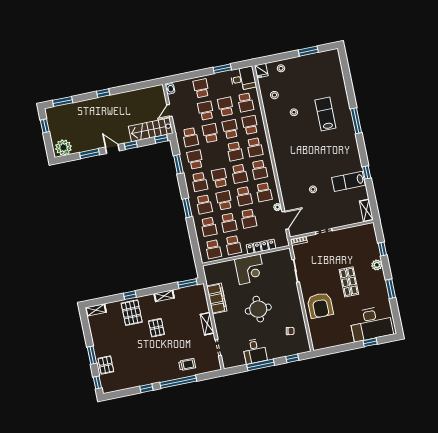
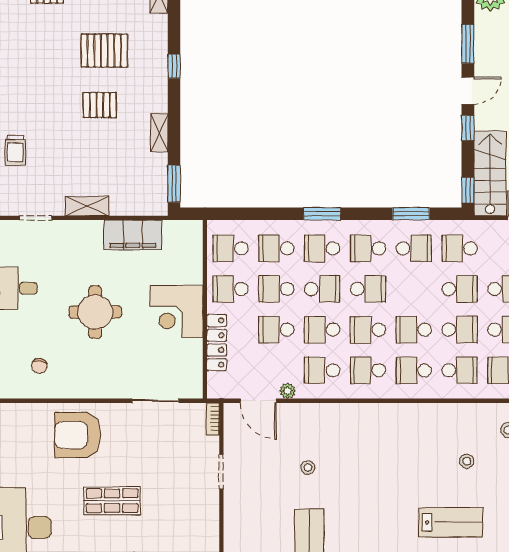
pallet: (132, 313) -> (104, 51), moved

